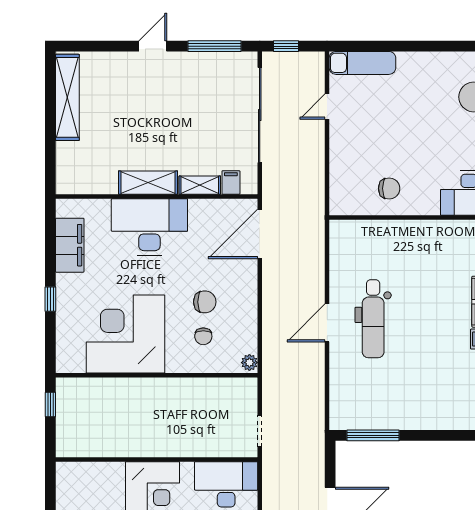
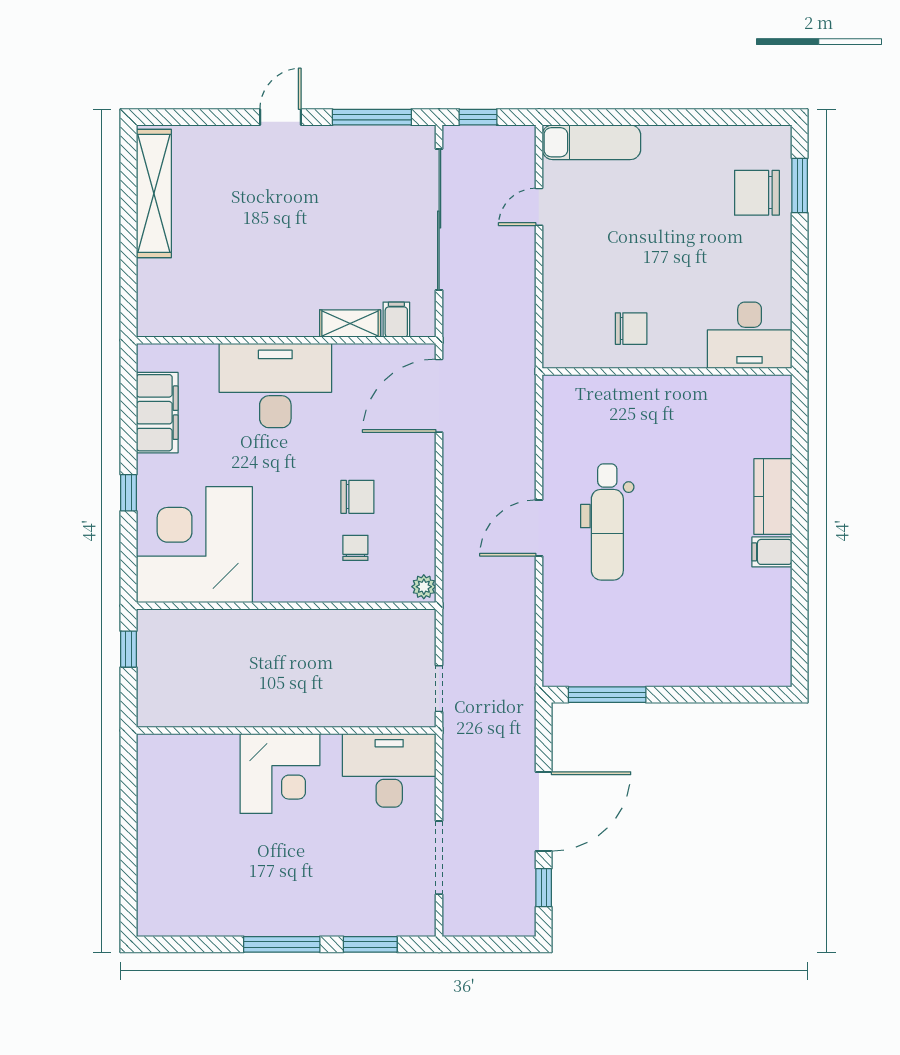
shelving: (148, 183) -> (273, 320), removed
corner desk: (126, 334) -> (194, 545), moved
chair: (203, 336) -> (355, 548), turned 180

